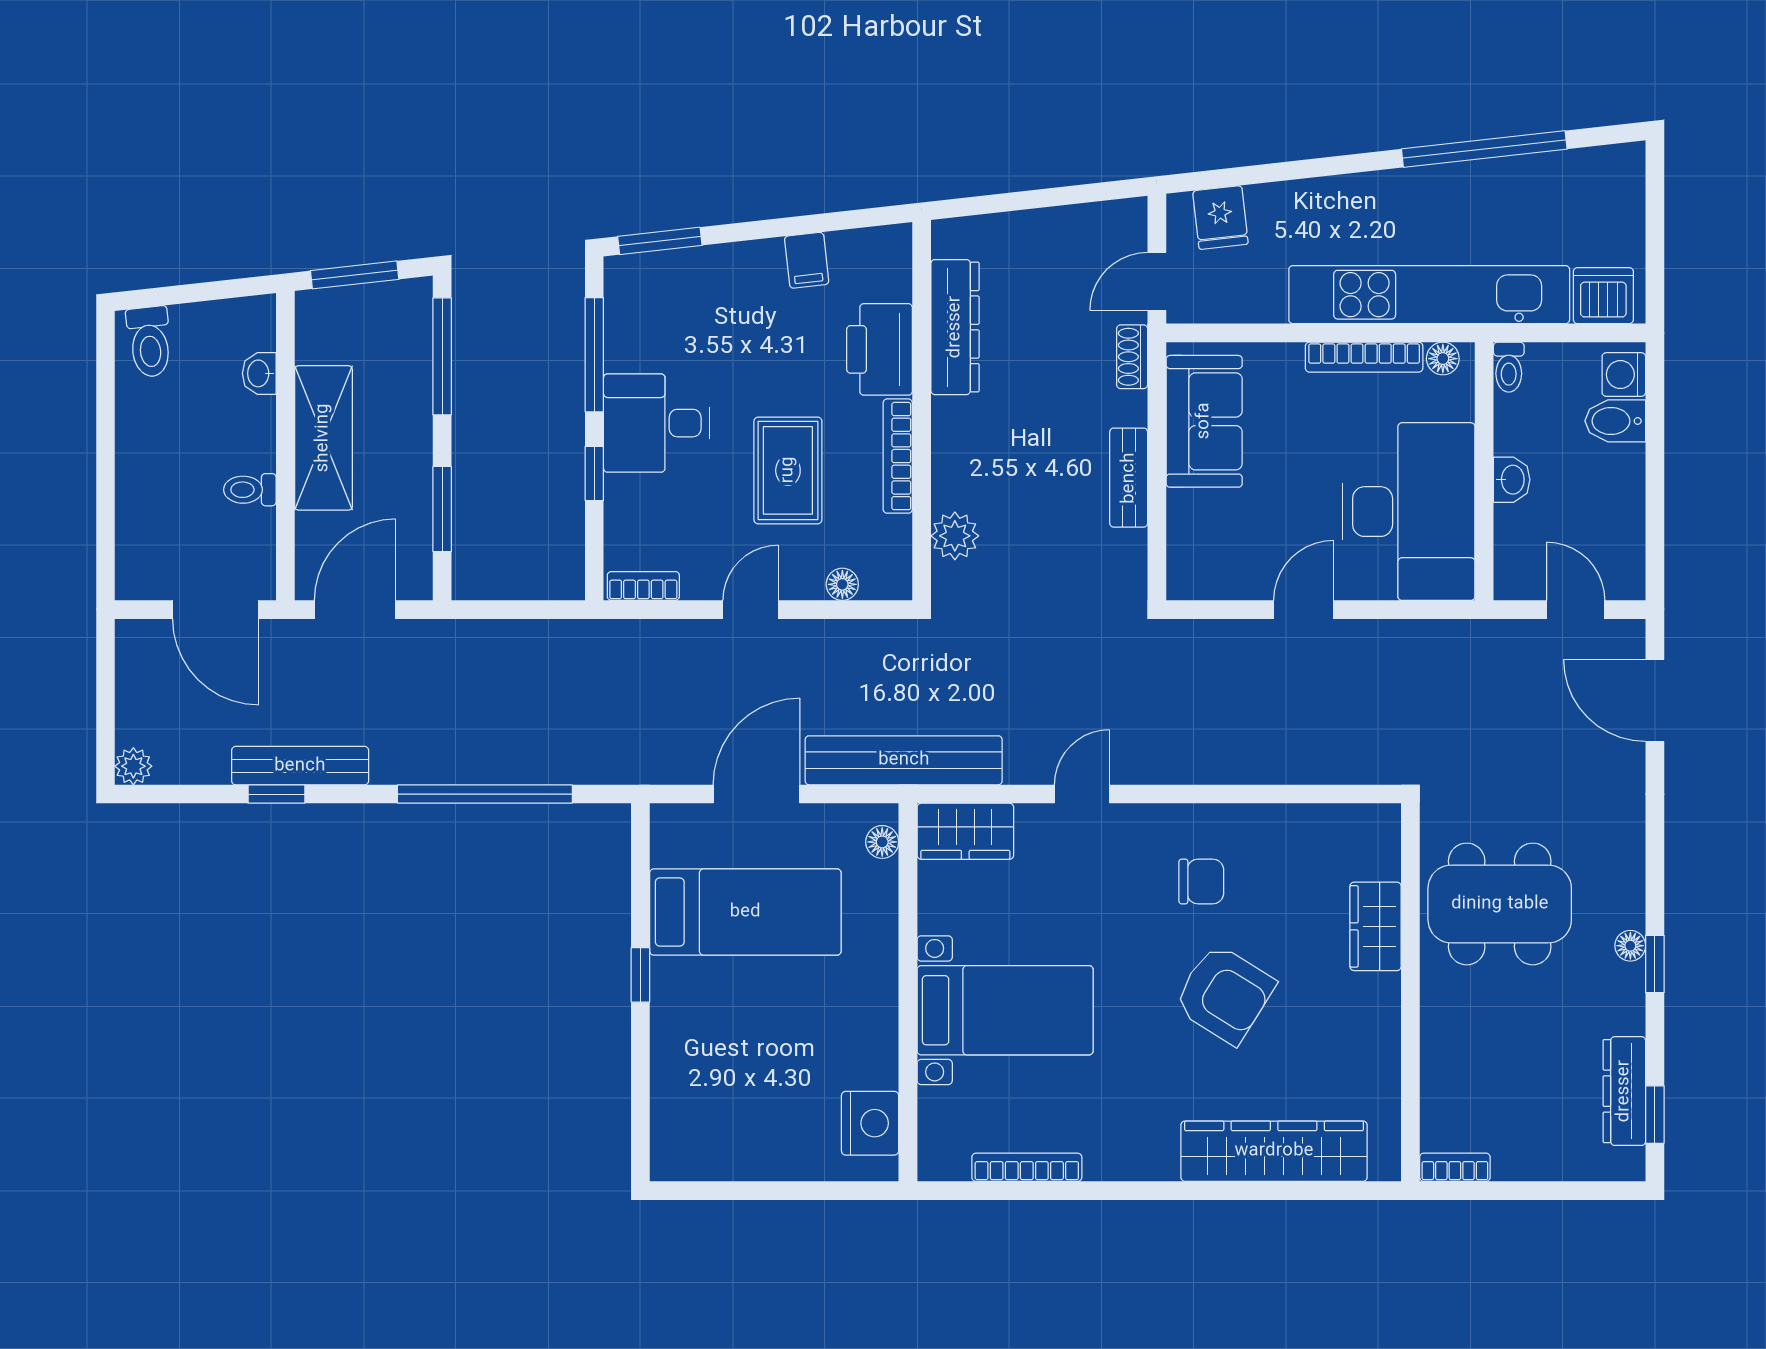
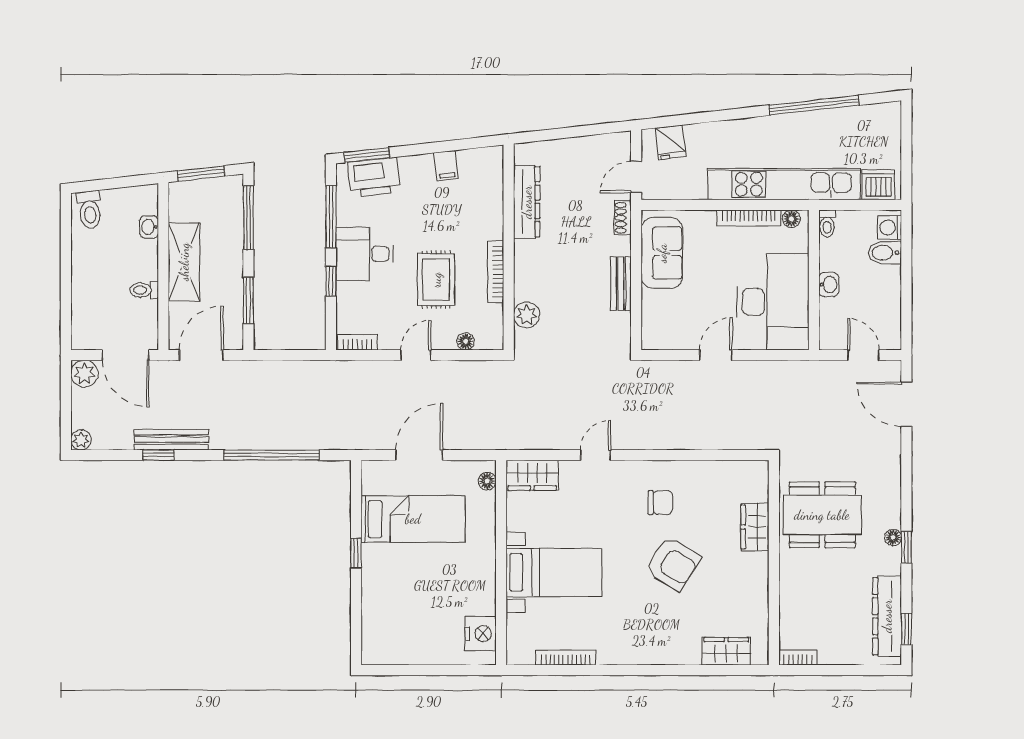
printer: (880, 349) -> (374, 177), moved, turned -96
plant: (140, 644) -> (84, 374), added
bench: (904, 760) -> (499, 437), removed
dresser: (1624, 1091) -> (887, 616), width x1.37, depth x1.24
wardrobe: (1274, 1151) -> (726, 651), width x0.48, depth x0.85

